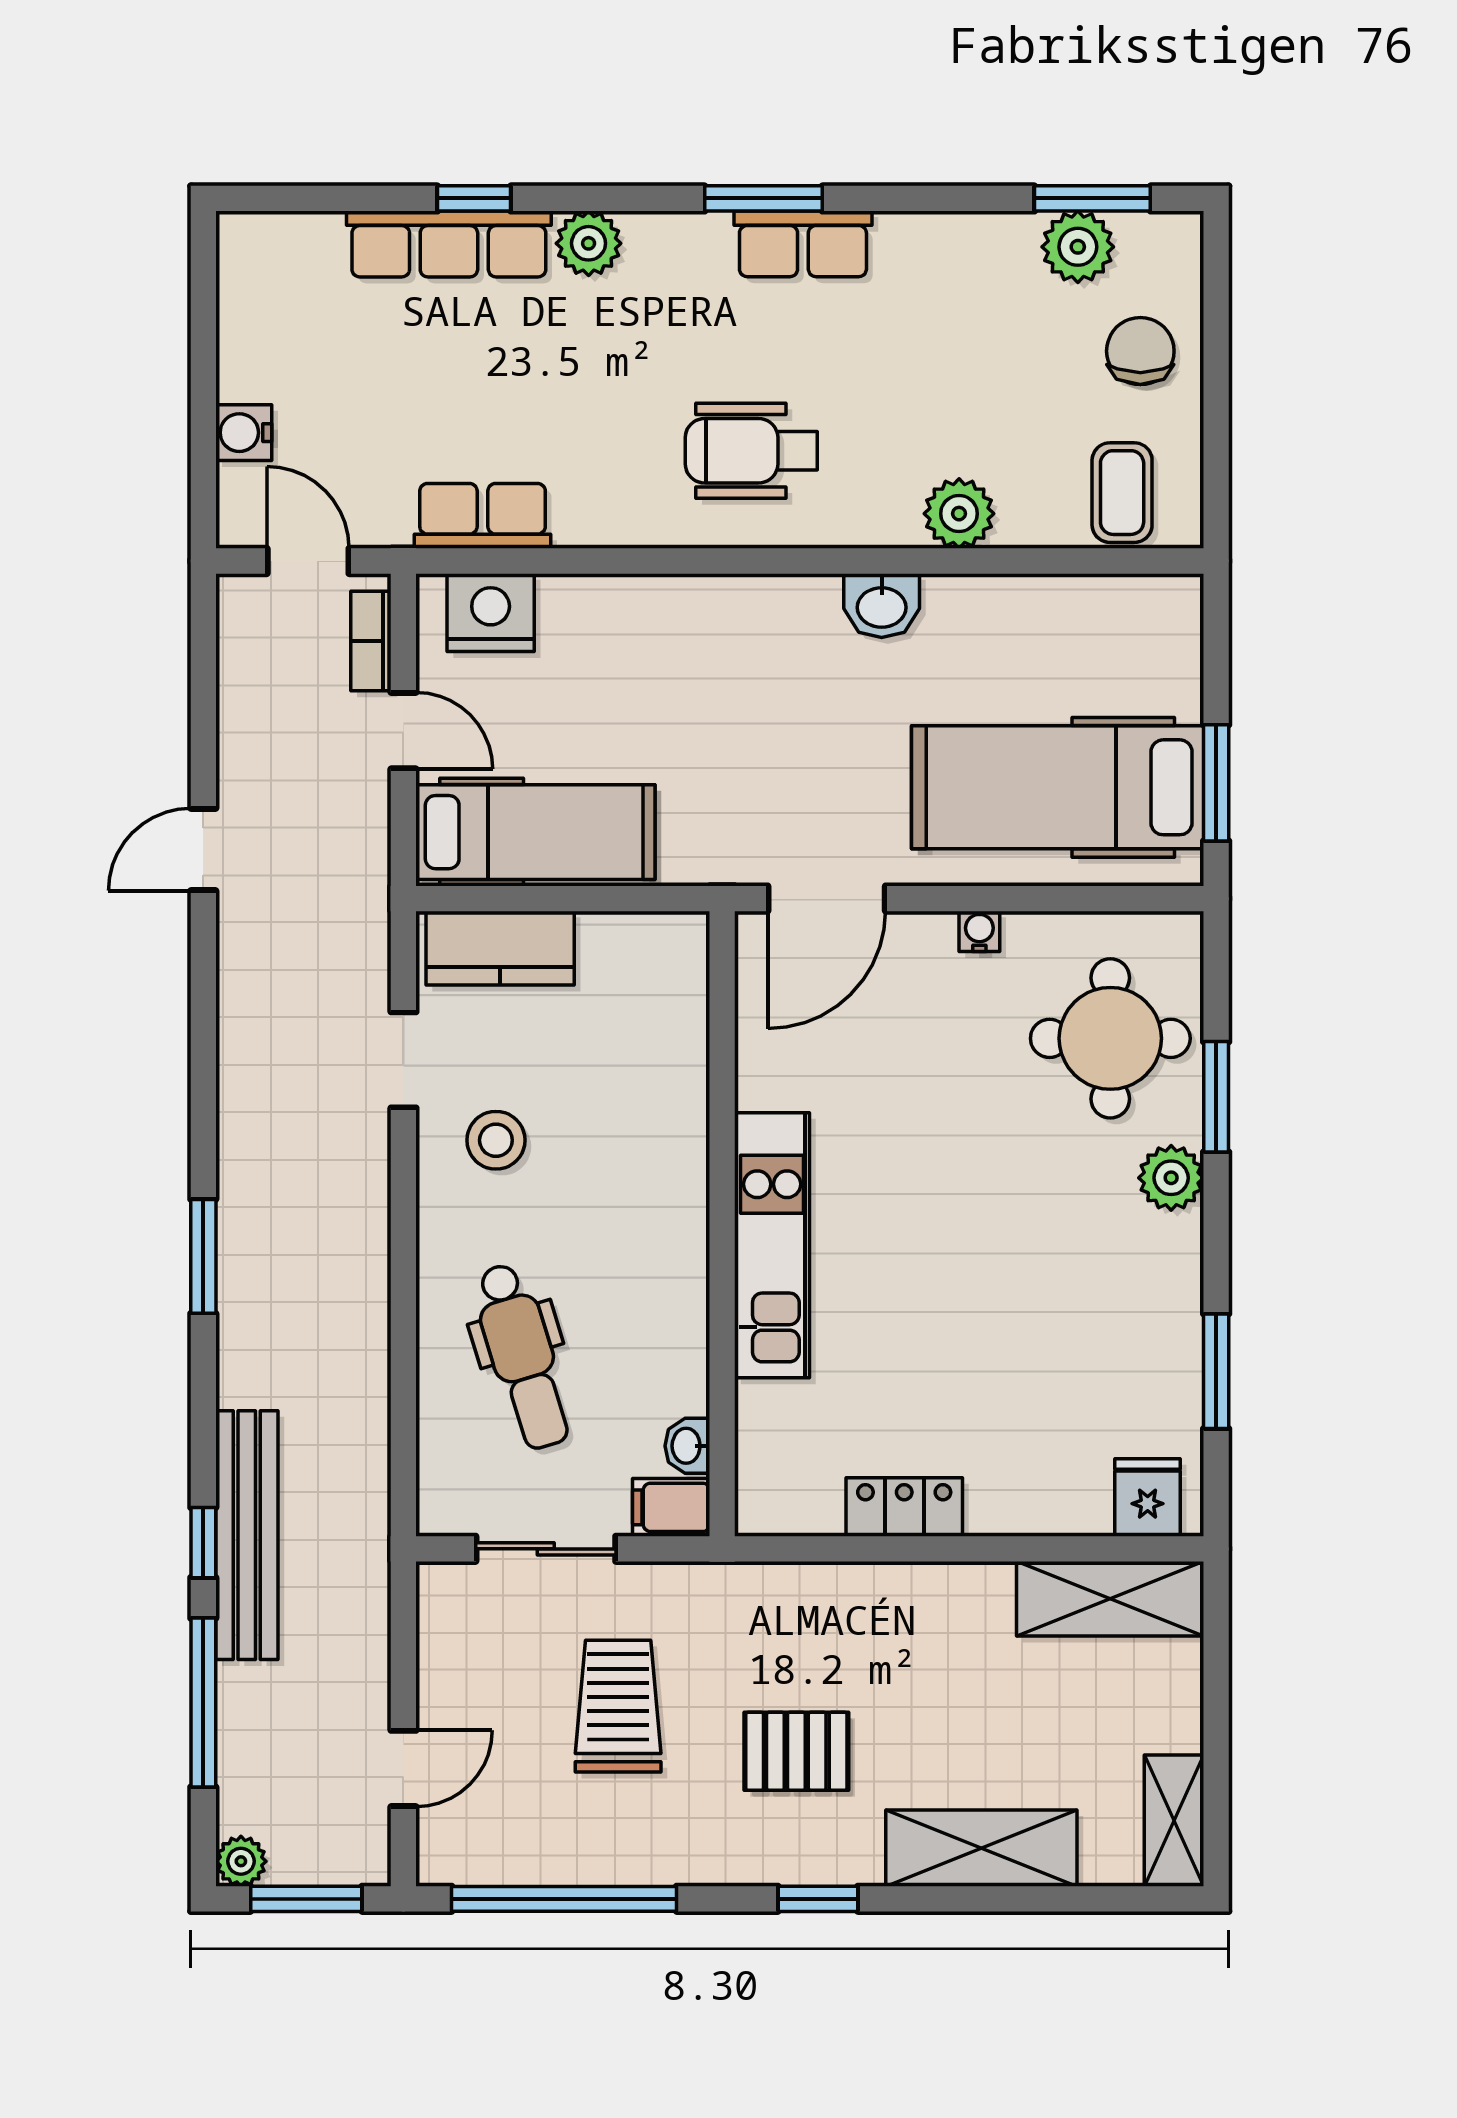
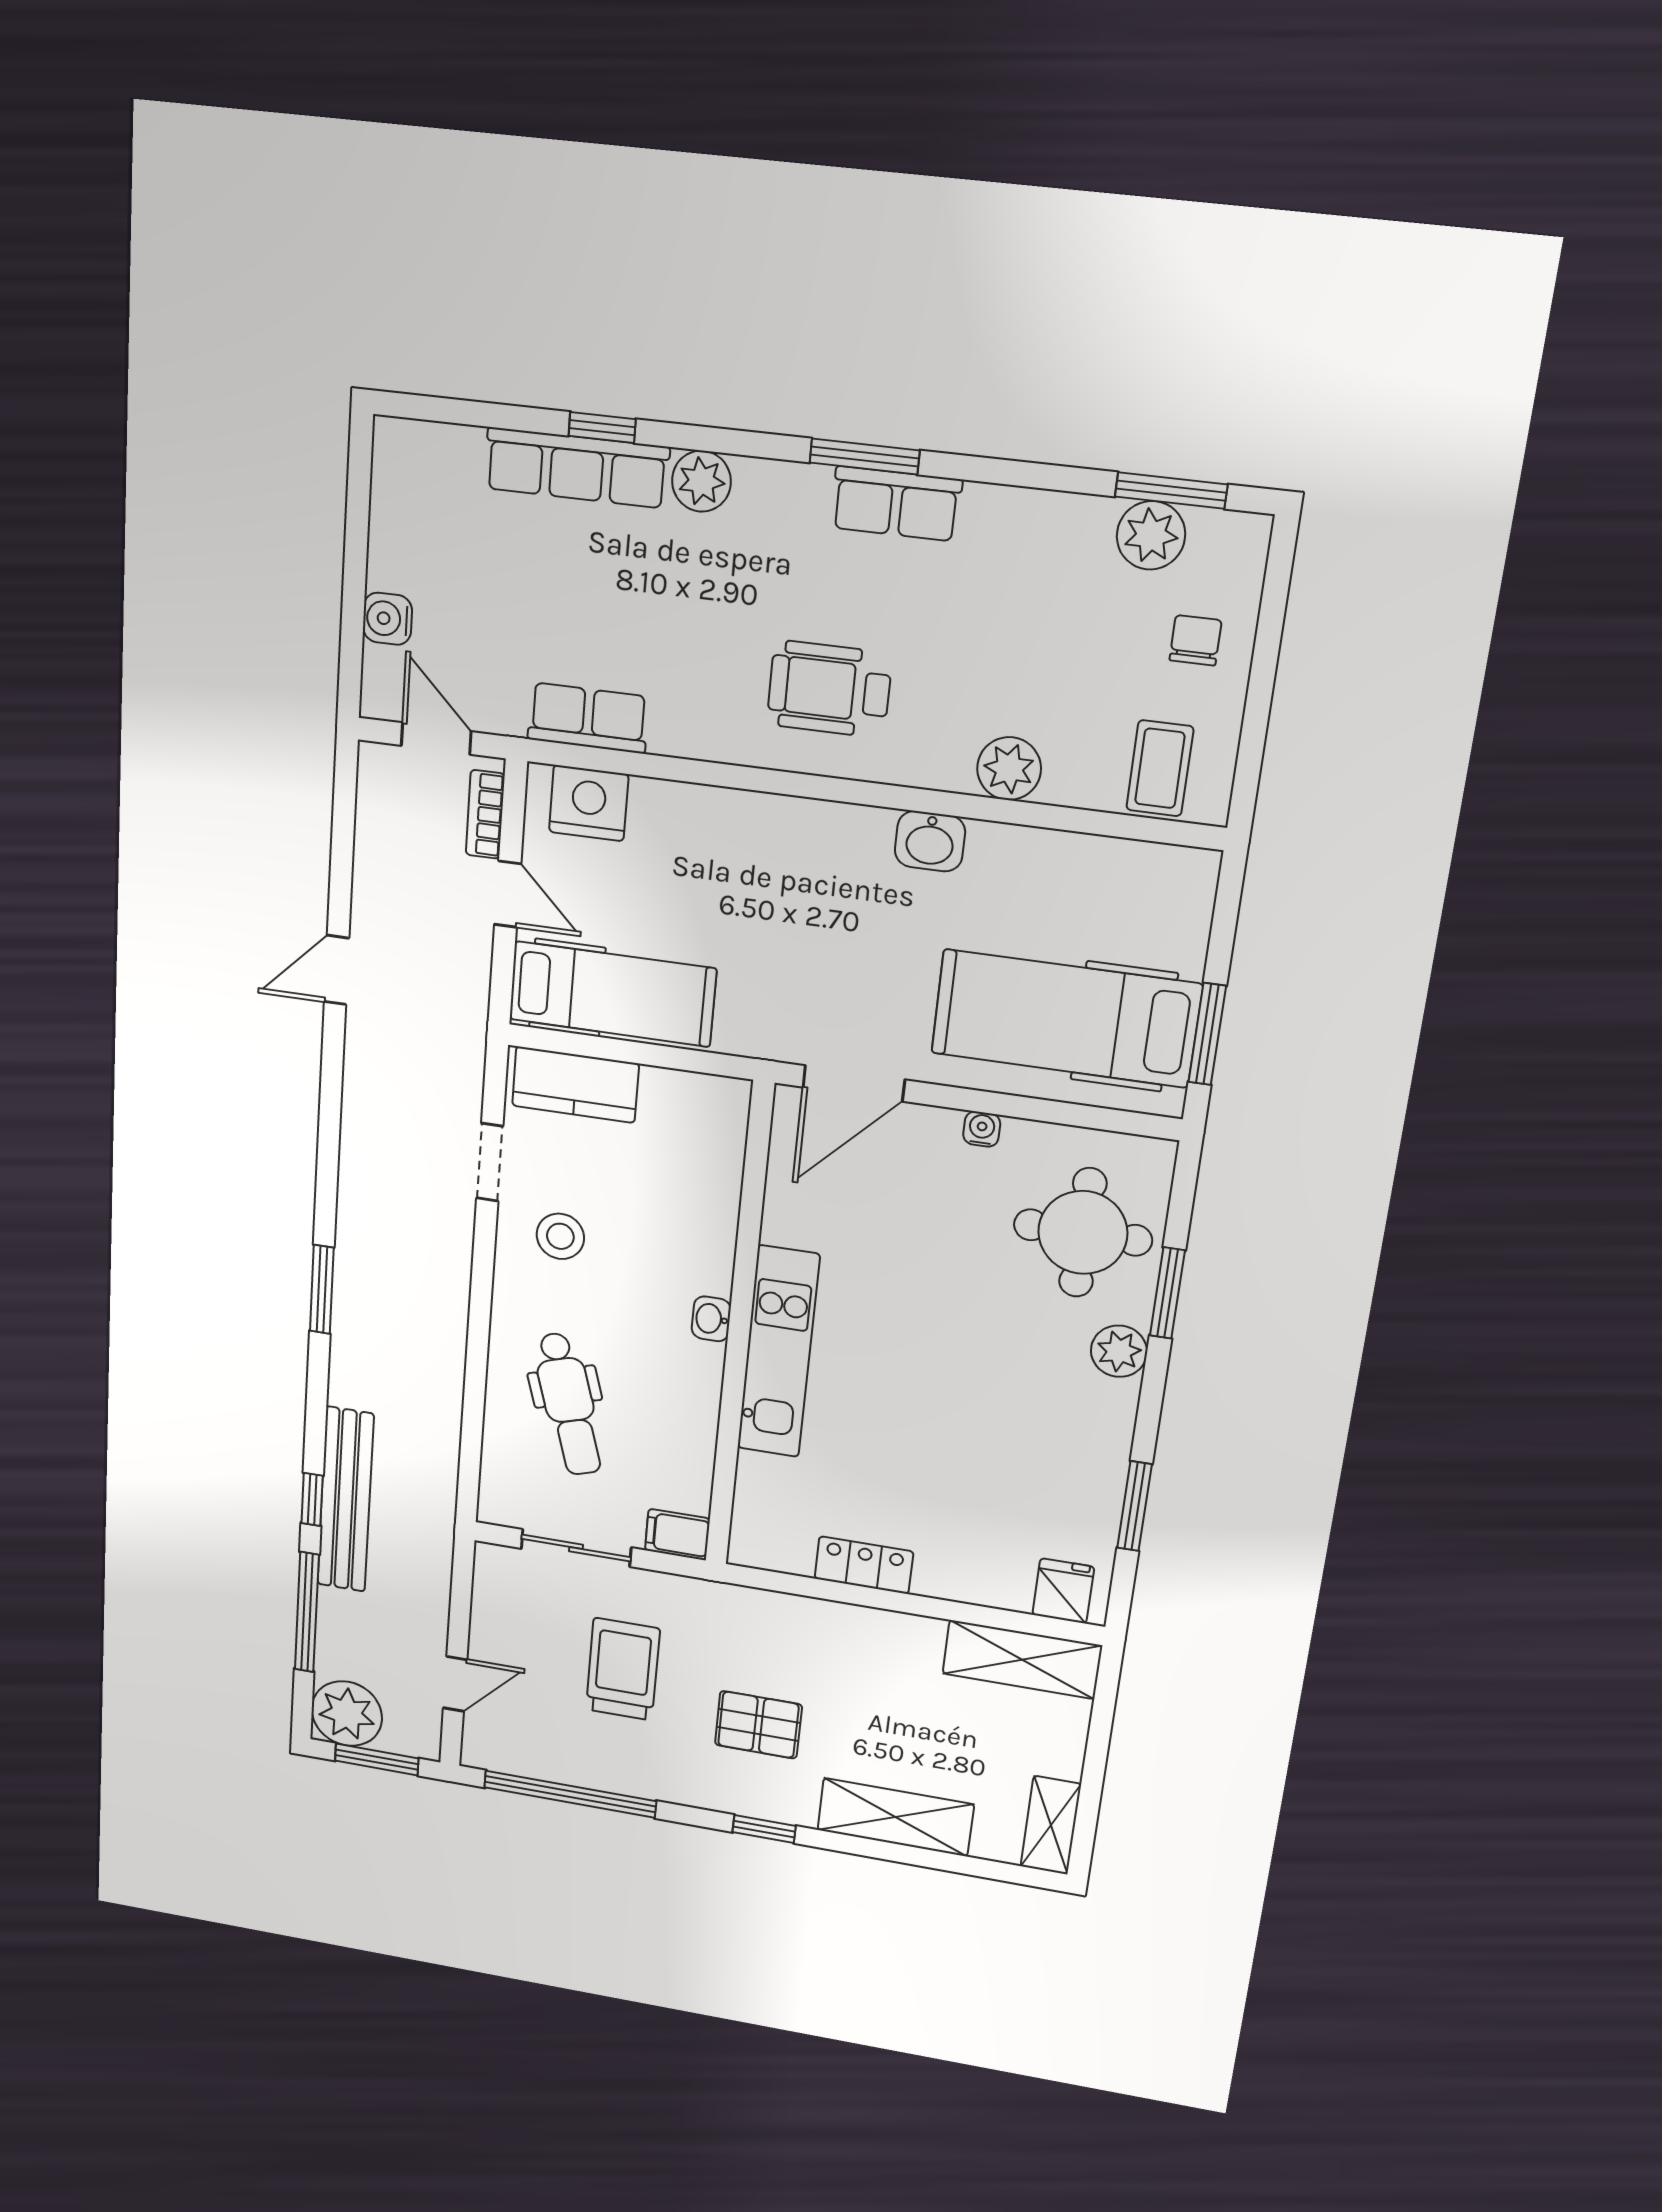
chair: (1140, 351) -> (1195, 640), width x0.73, depth x0.73
washbasin: (687, 1446) -> (711, 1319), moved
plant: (241, 1861) -> (347, 1714), width x1.88, depth x1.88

